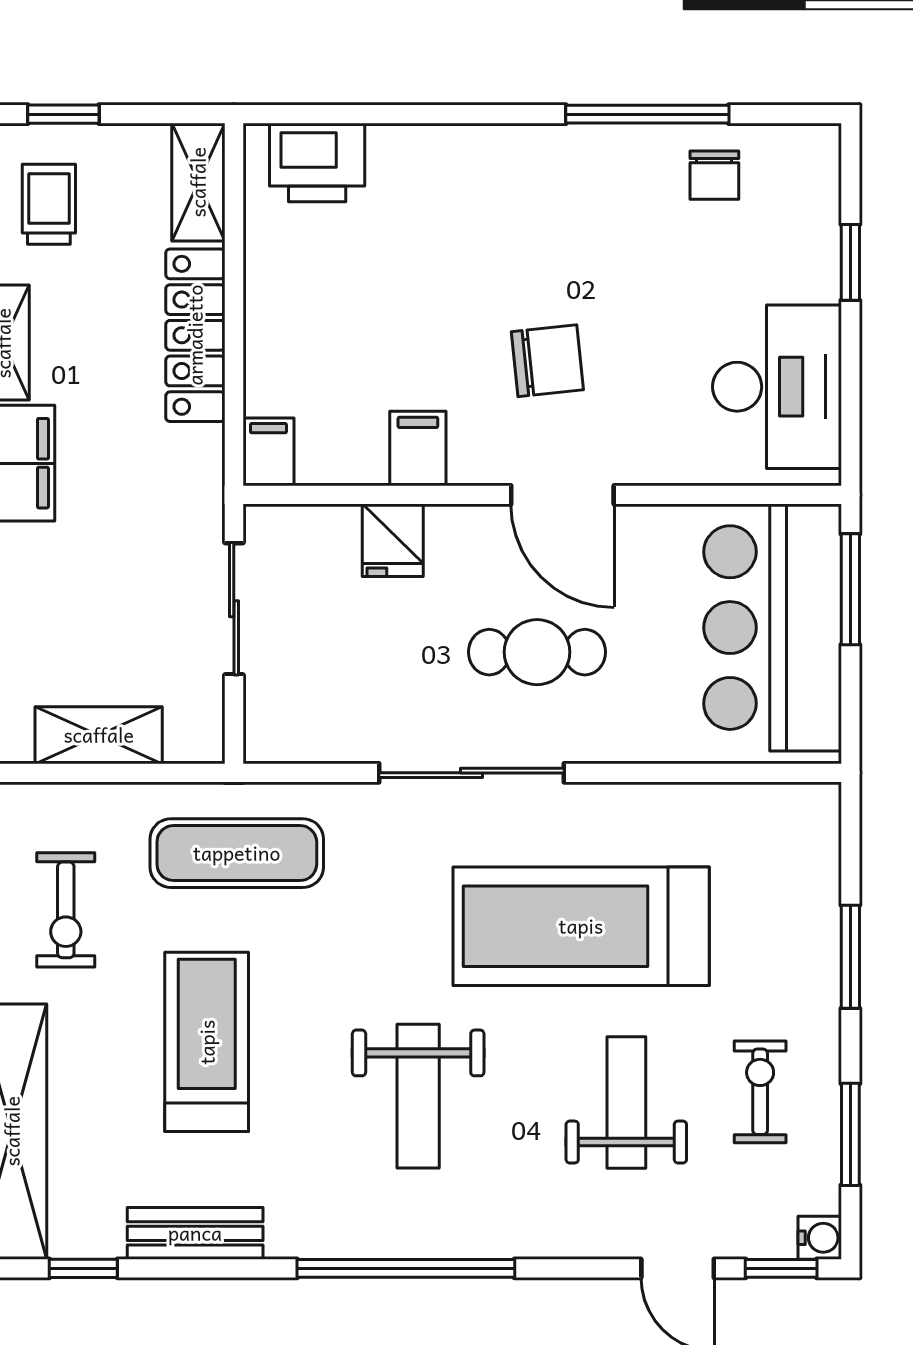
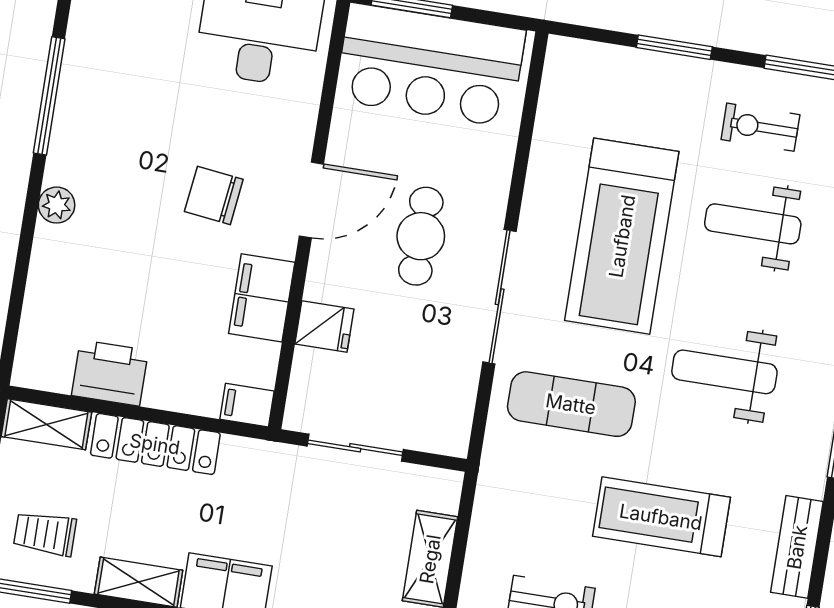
plant: (500, 148) -> (57, 205), added
printer: (317, 163) -> (110, 373), moved, turned -90
chair: (714, 175) -> (100, 55), removed
chair: (547, 361) -> (214, 195), turned -77
filing cabinet: (418, 448) -> (262, 298), width x2.00
exercise mat: (237, 853) -> (571, 404), moved, turned 90
weight bench: (418, 1096) -> (724, 372), turned 180

